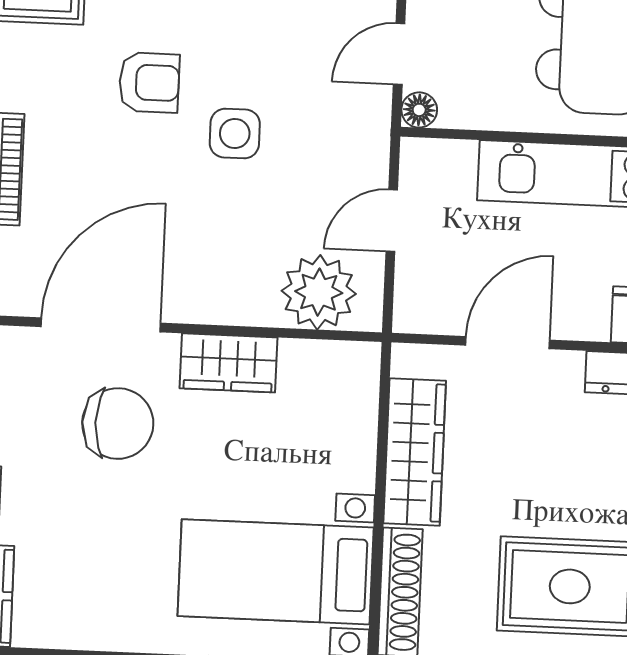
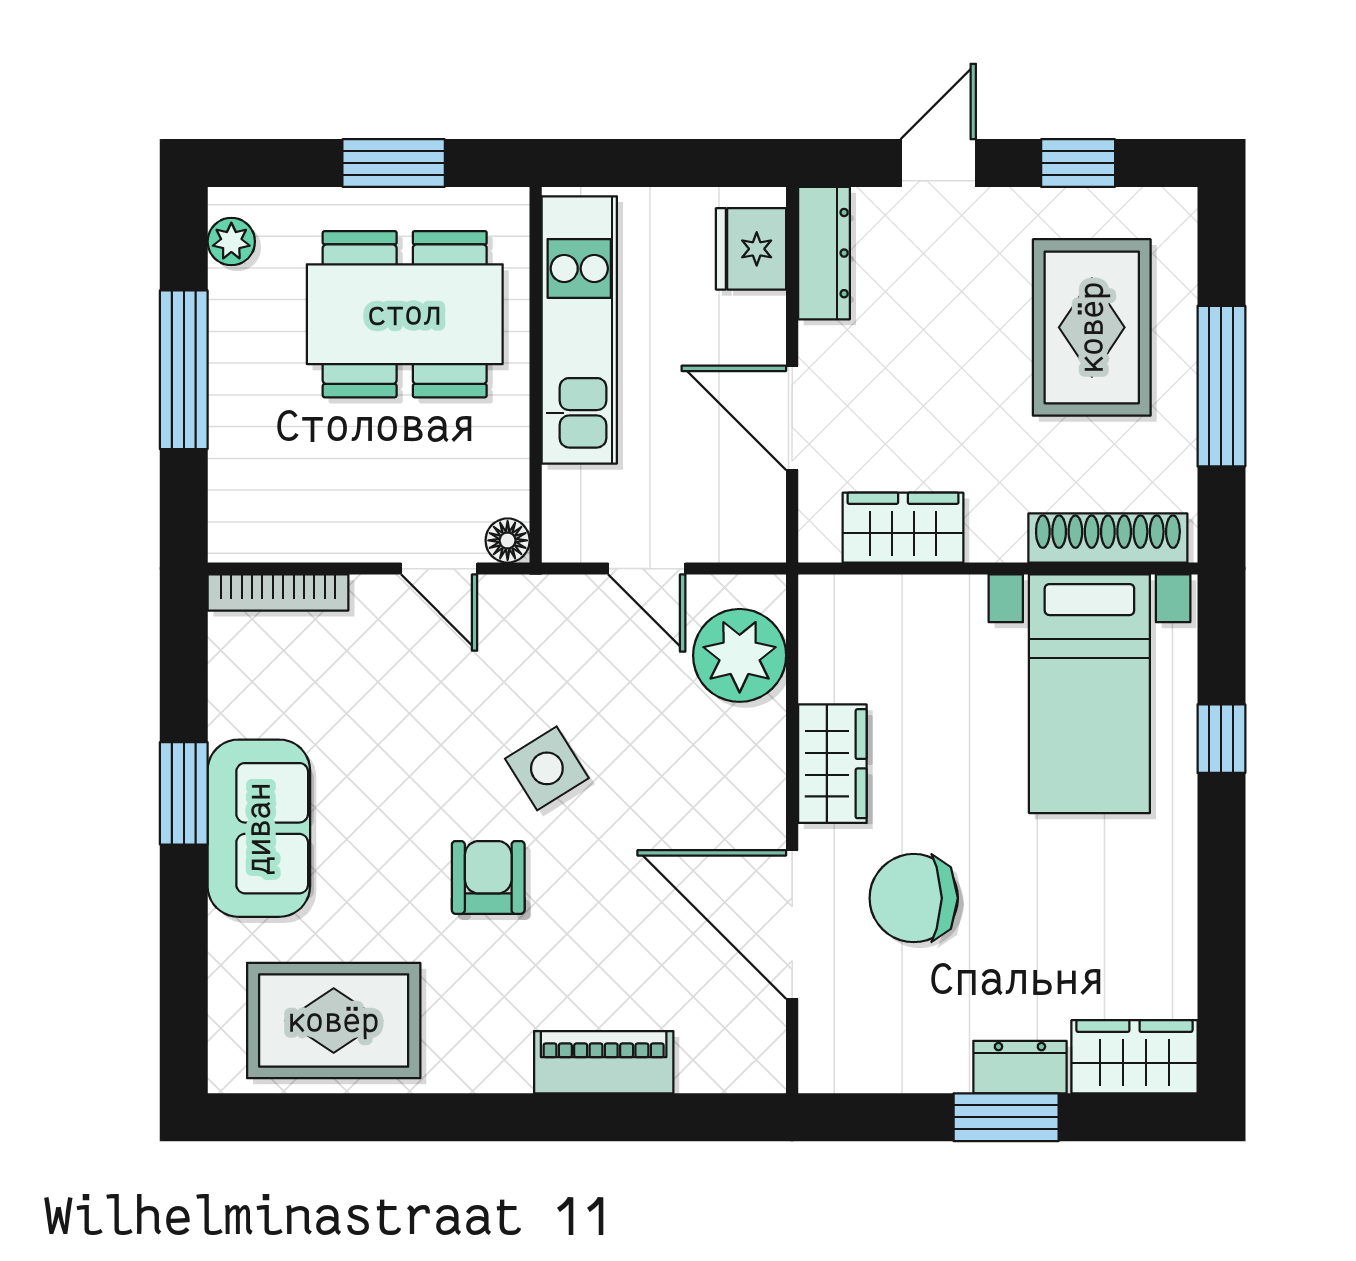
side table: (235, 133) -> (547, 768), turned -32
chair: (118, 424) -> (914, 898), turned -90
wardrobe: (415, 452) -> (903, 528), width x0.67

